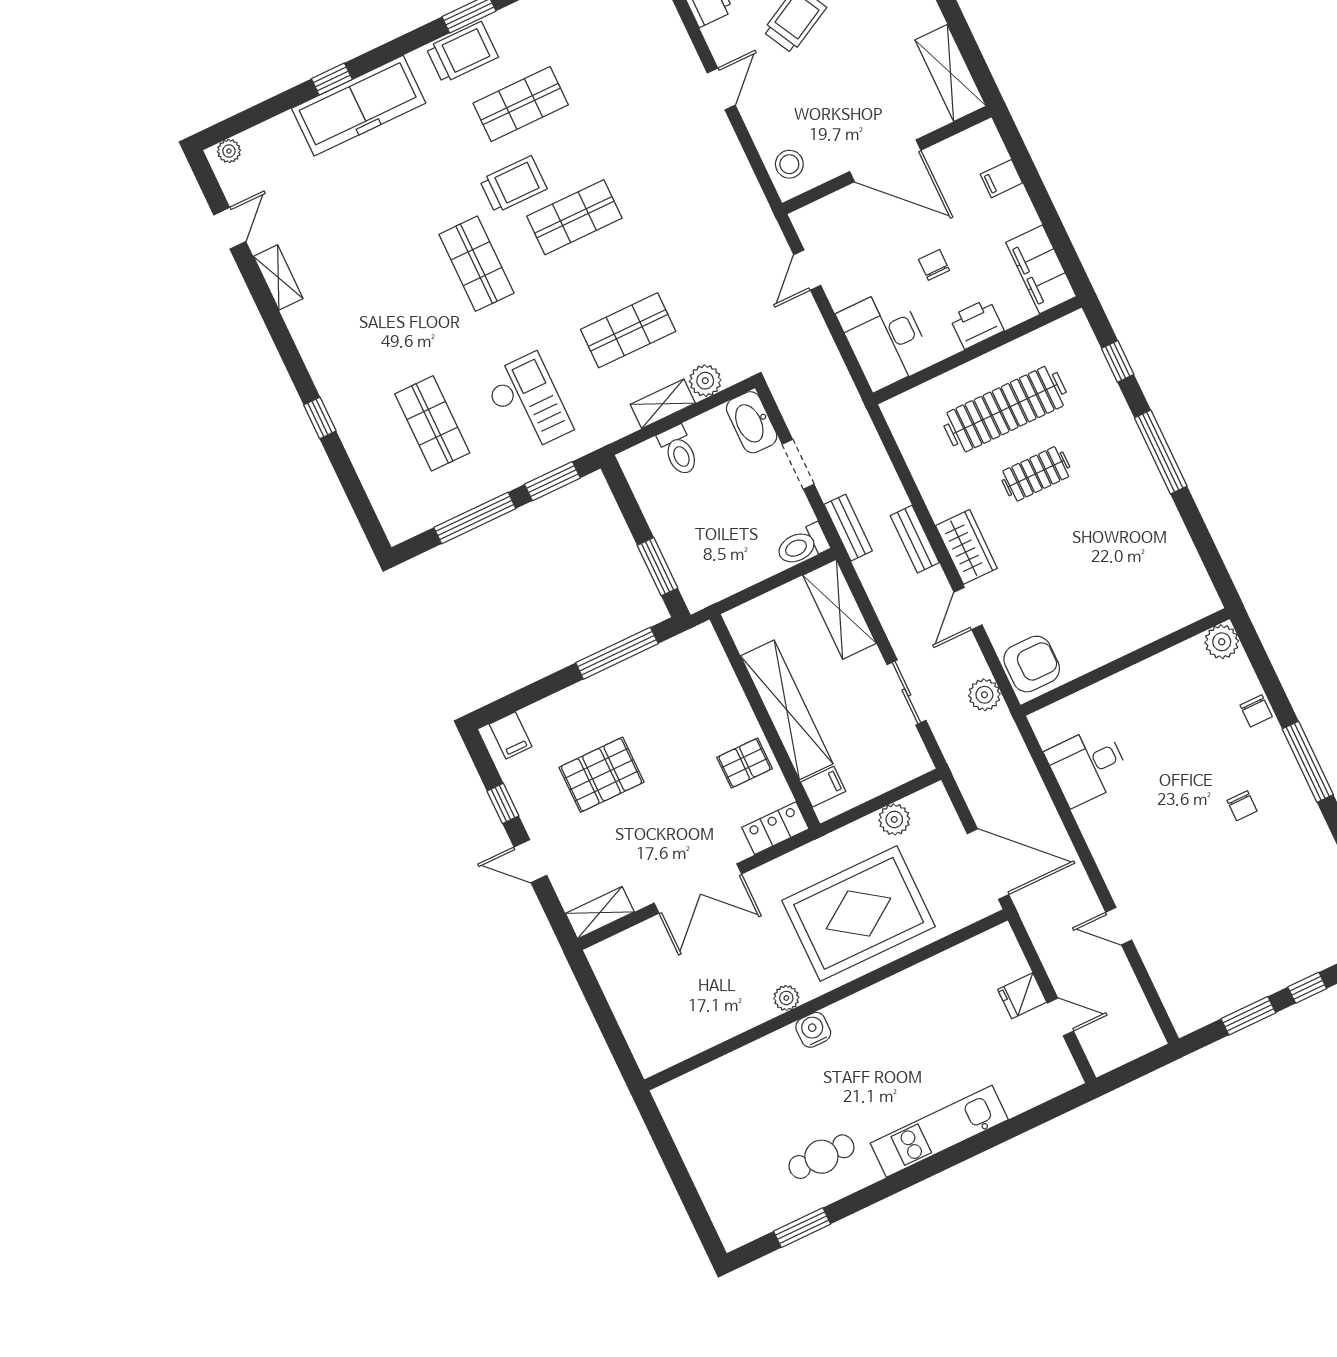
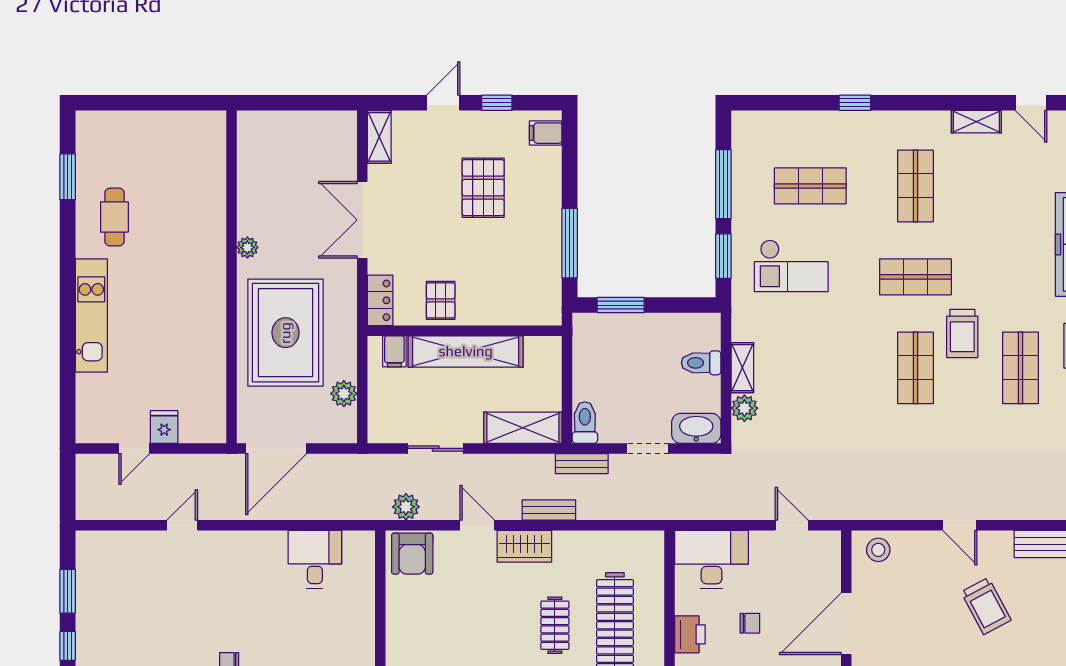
shop shelf: (628, 330) -> (915, 186), moved
water cooler: (813, 1030) -> (214, 256), removed

